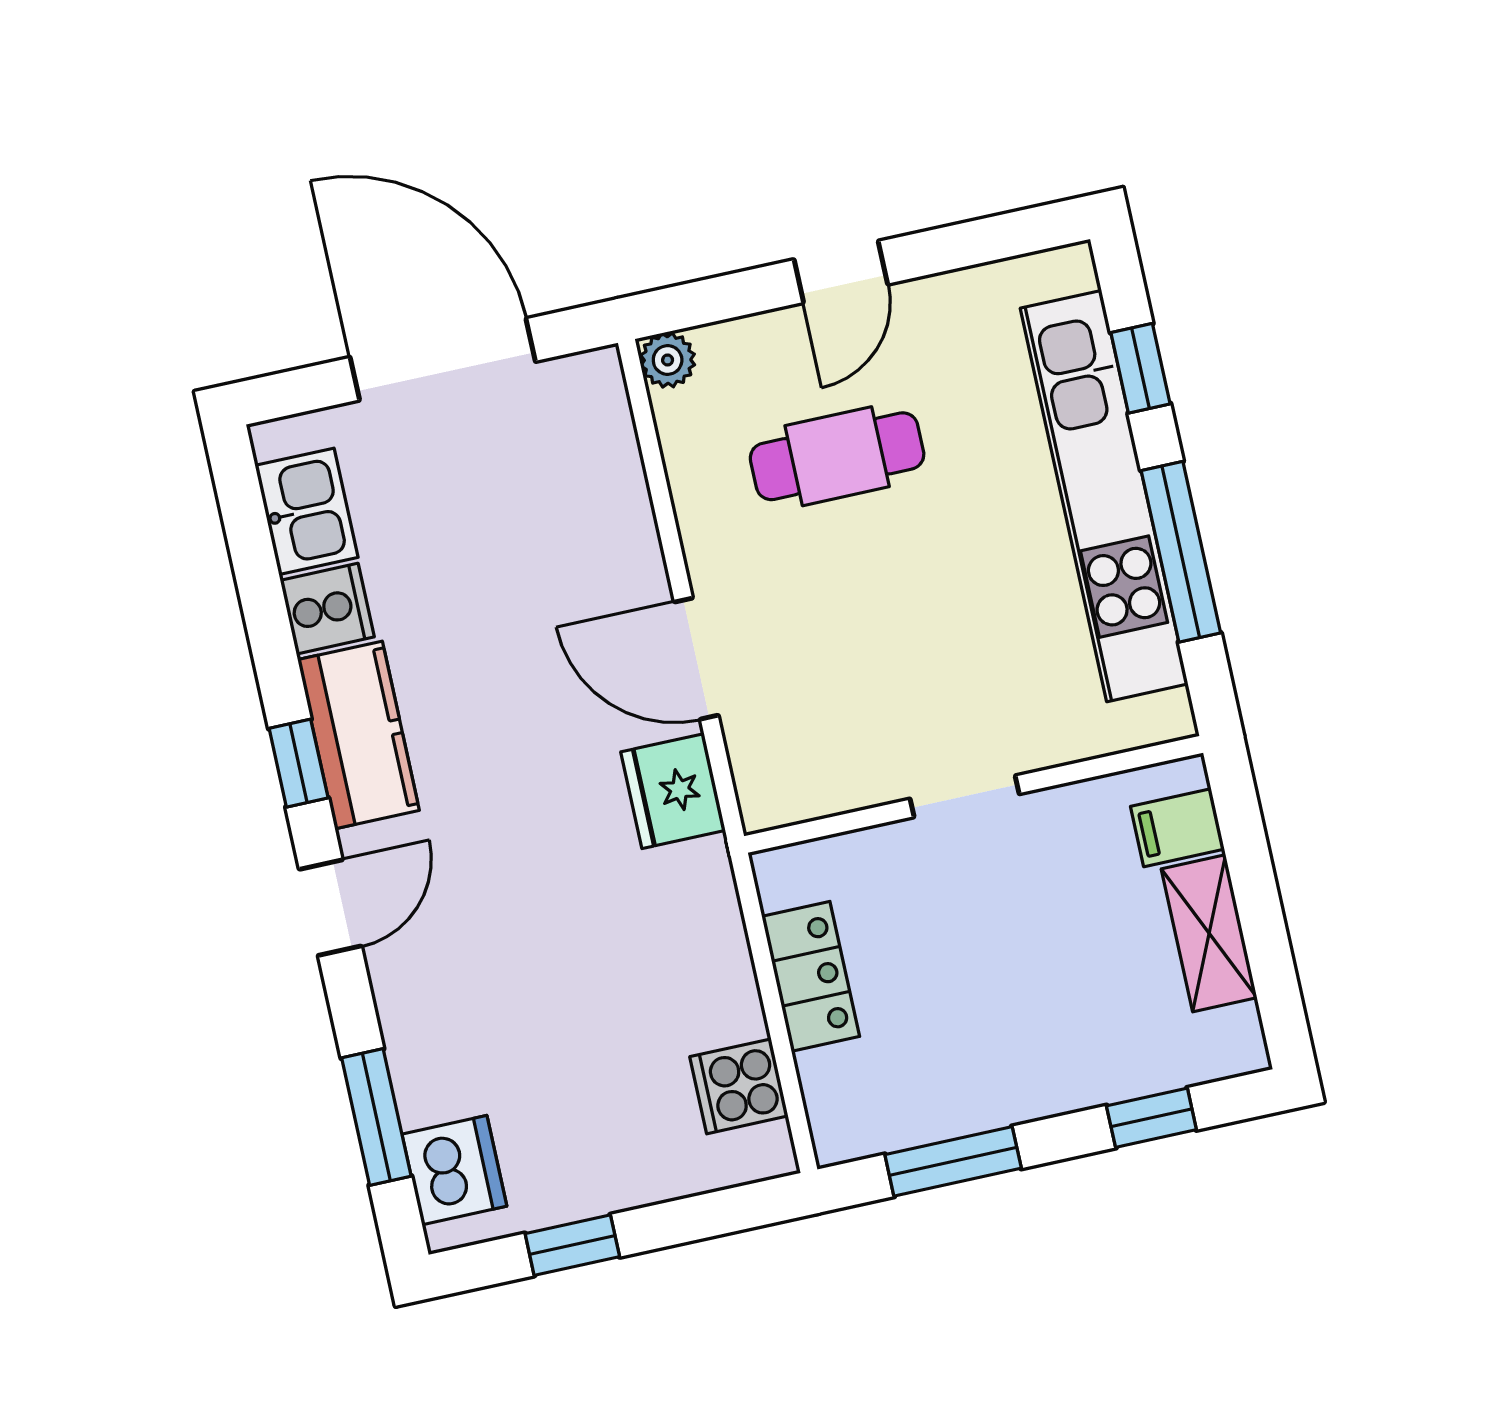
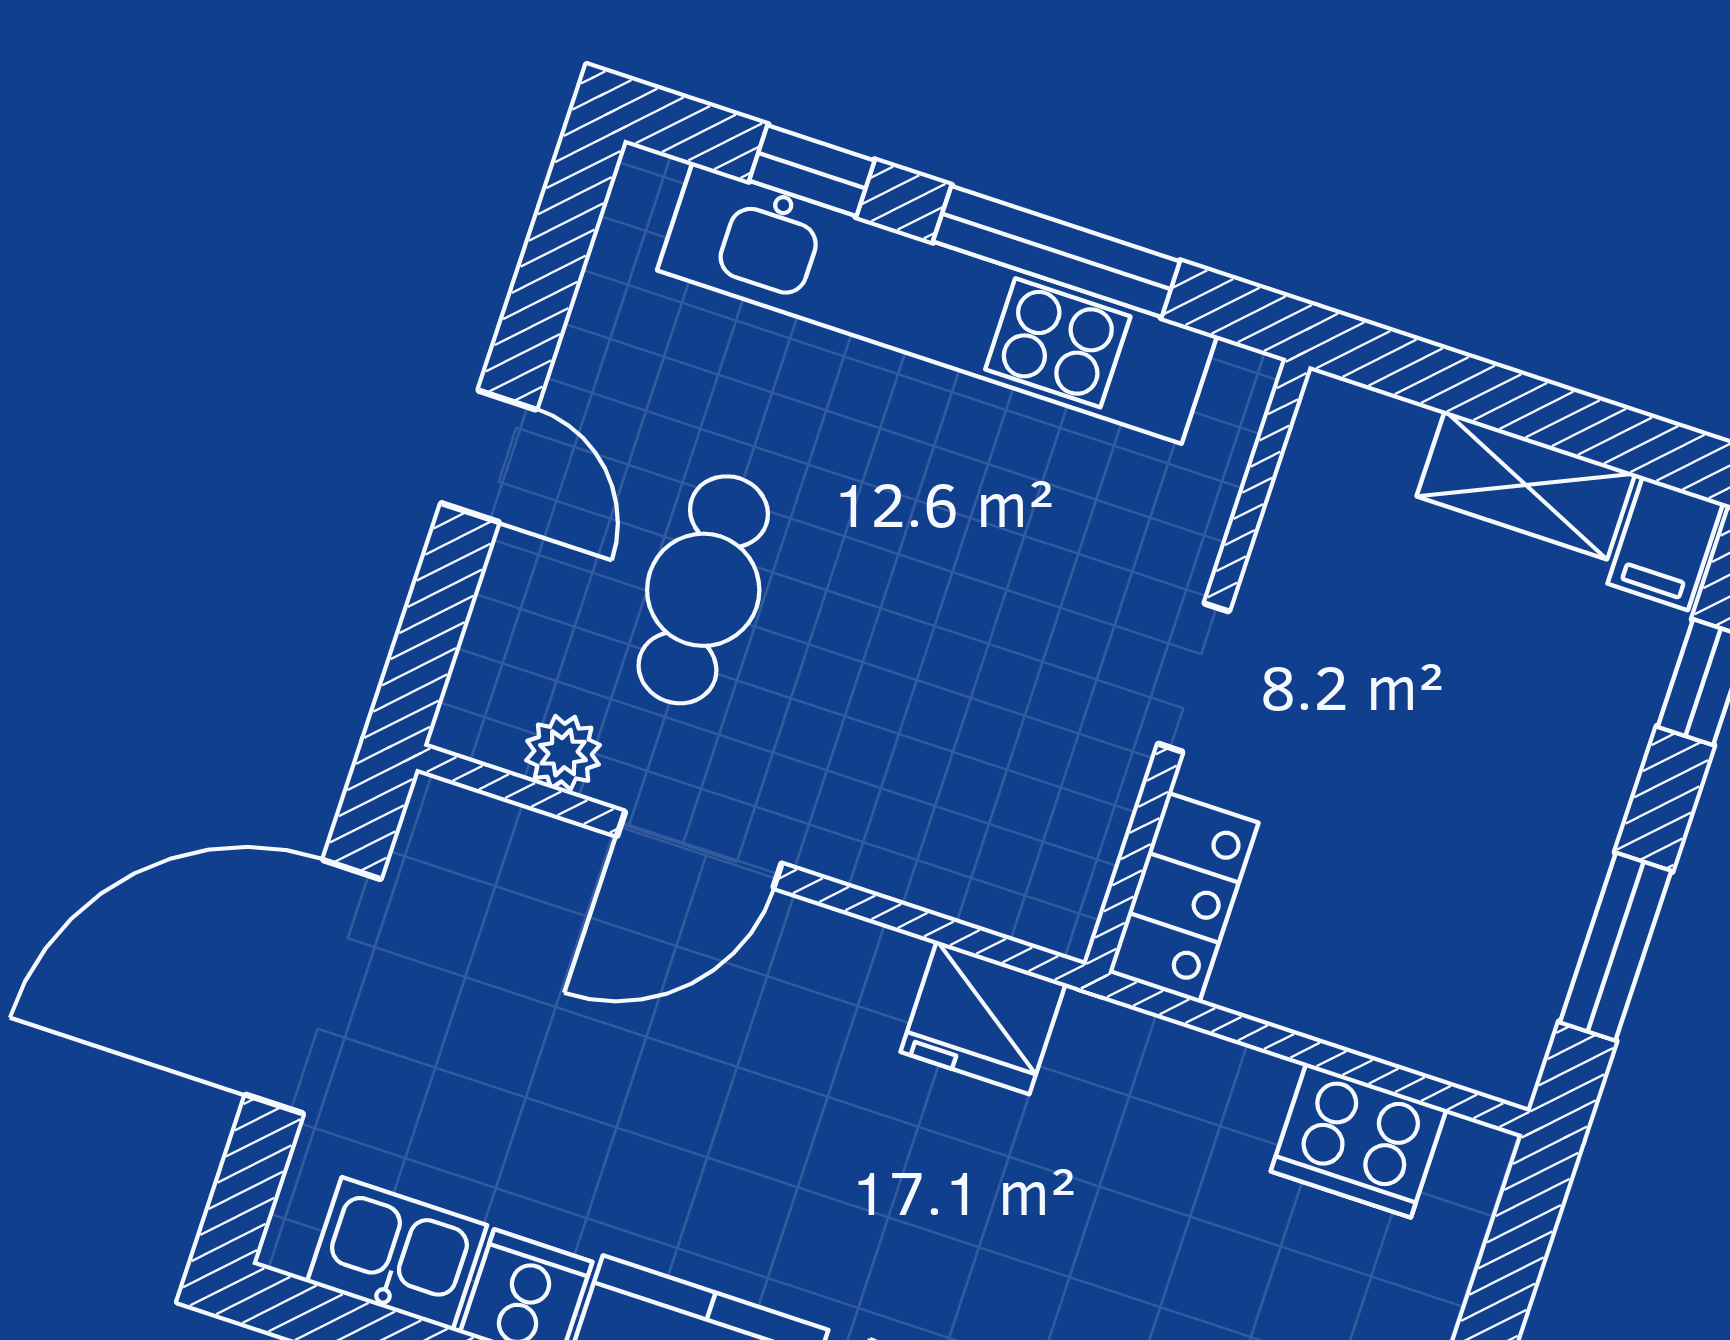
plant: (668, 360) -> (563, 753), moved
door: (696, 659) -> (699, 850), moved
filing cabinet: (1177, 828) -> (1665, 543), moved
locker: (811, 976) -> (1183, 898), moved, turned 90
cooker: (739, 1086) -> (1359, 1140), width x1.36

